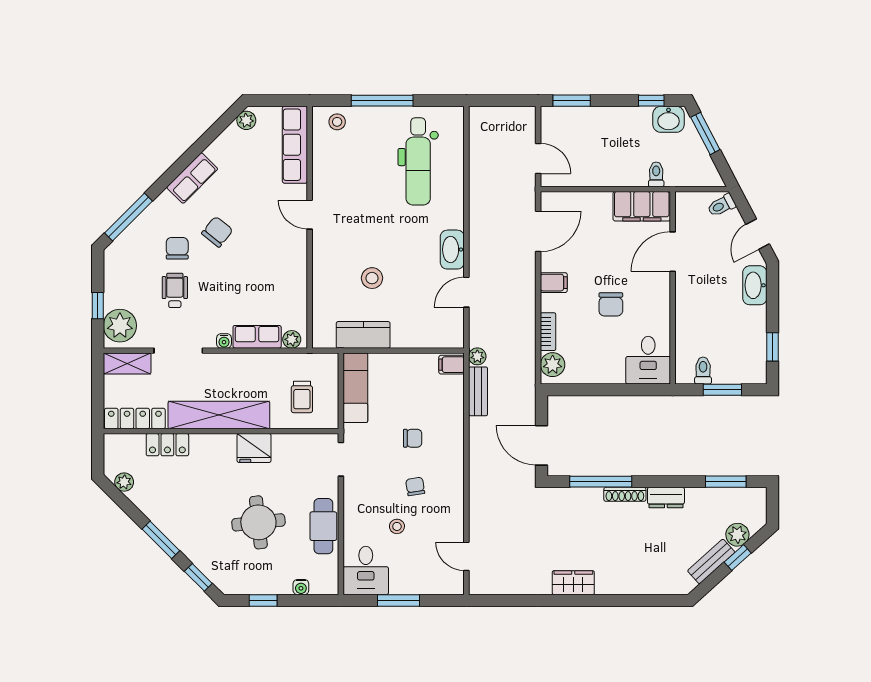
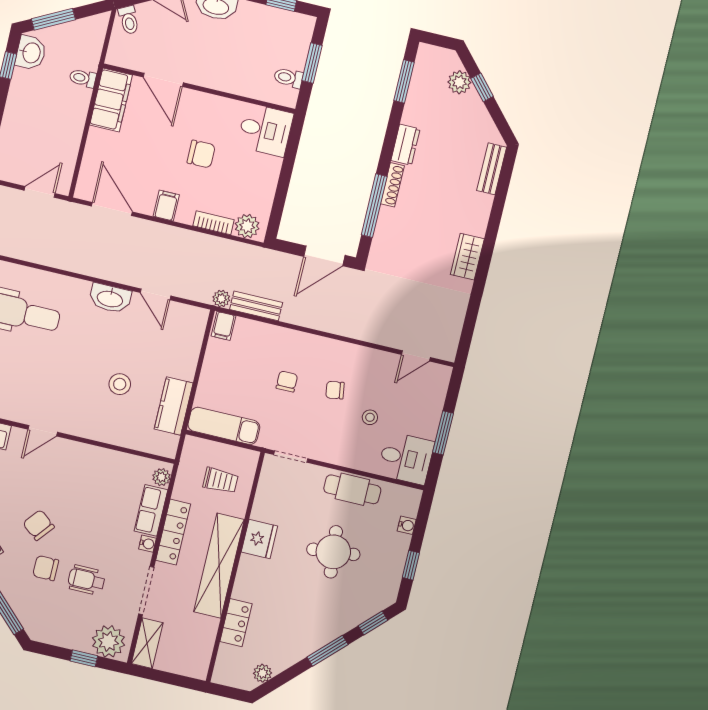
locker: (135, 419) -> (173, 532), moved, turned 180
bench: (711, 562) -> (492, 169), moved, turned 42

